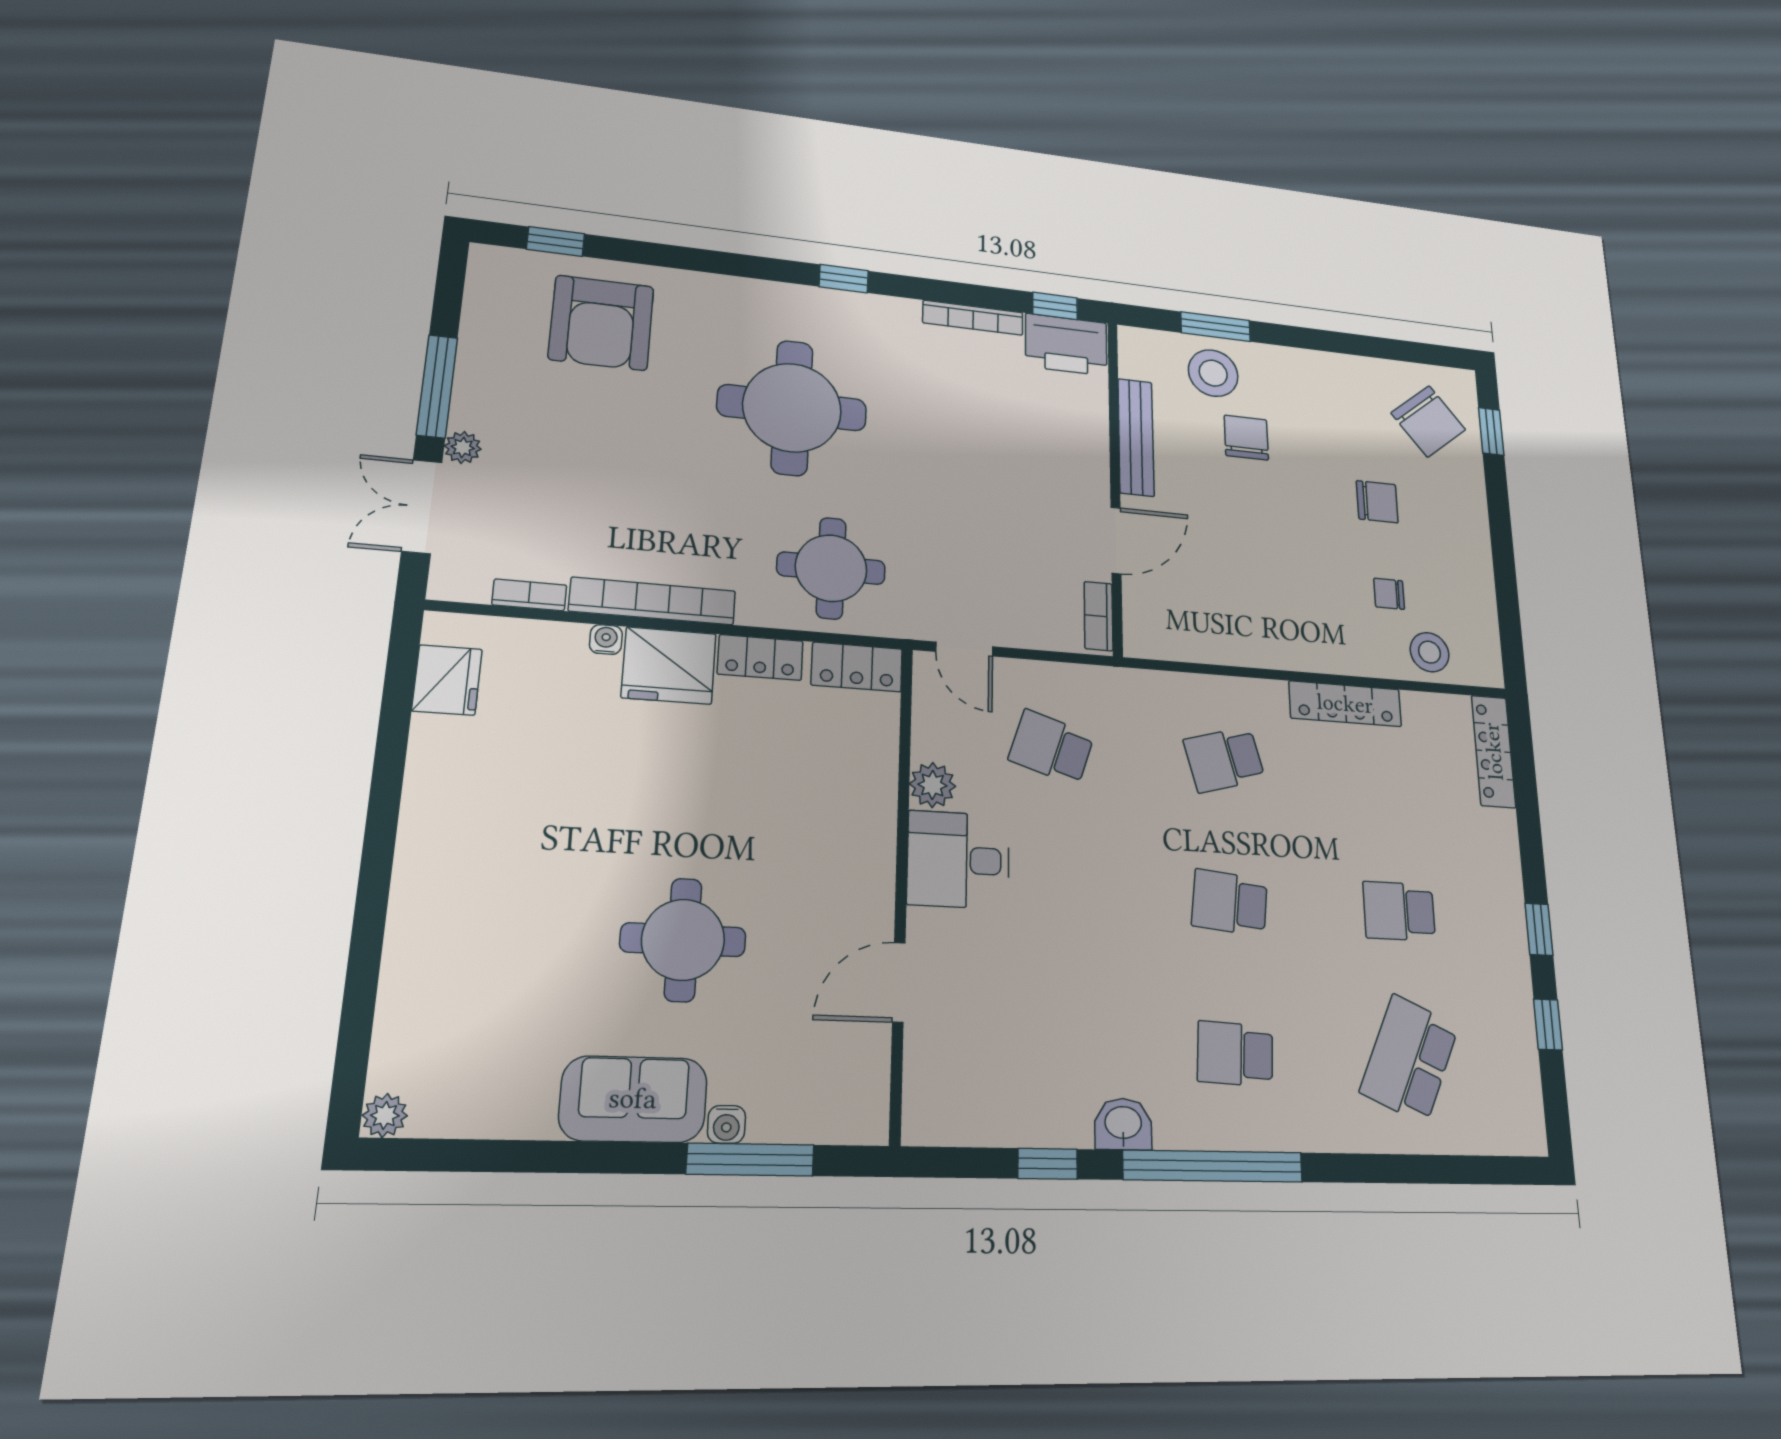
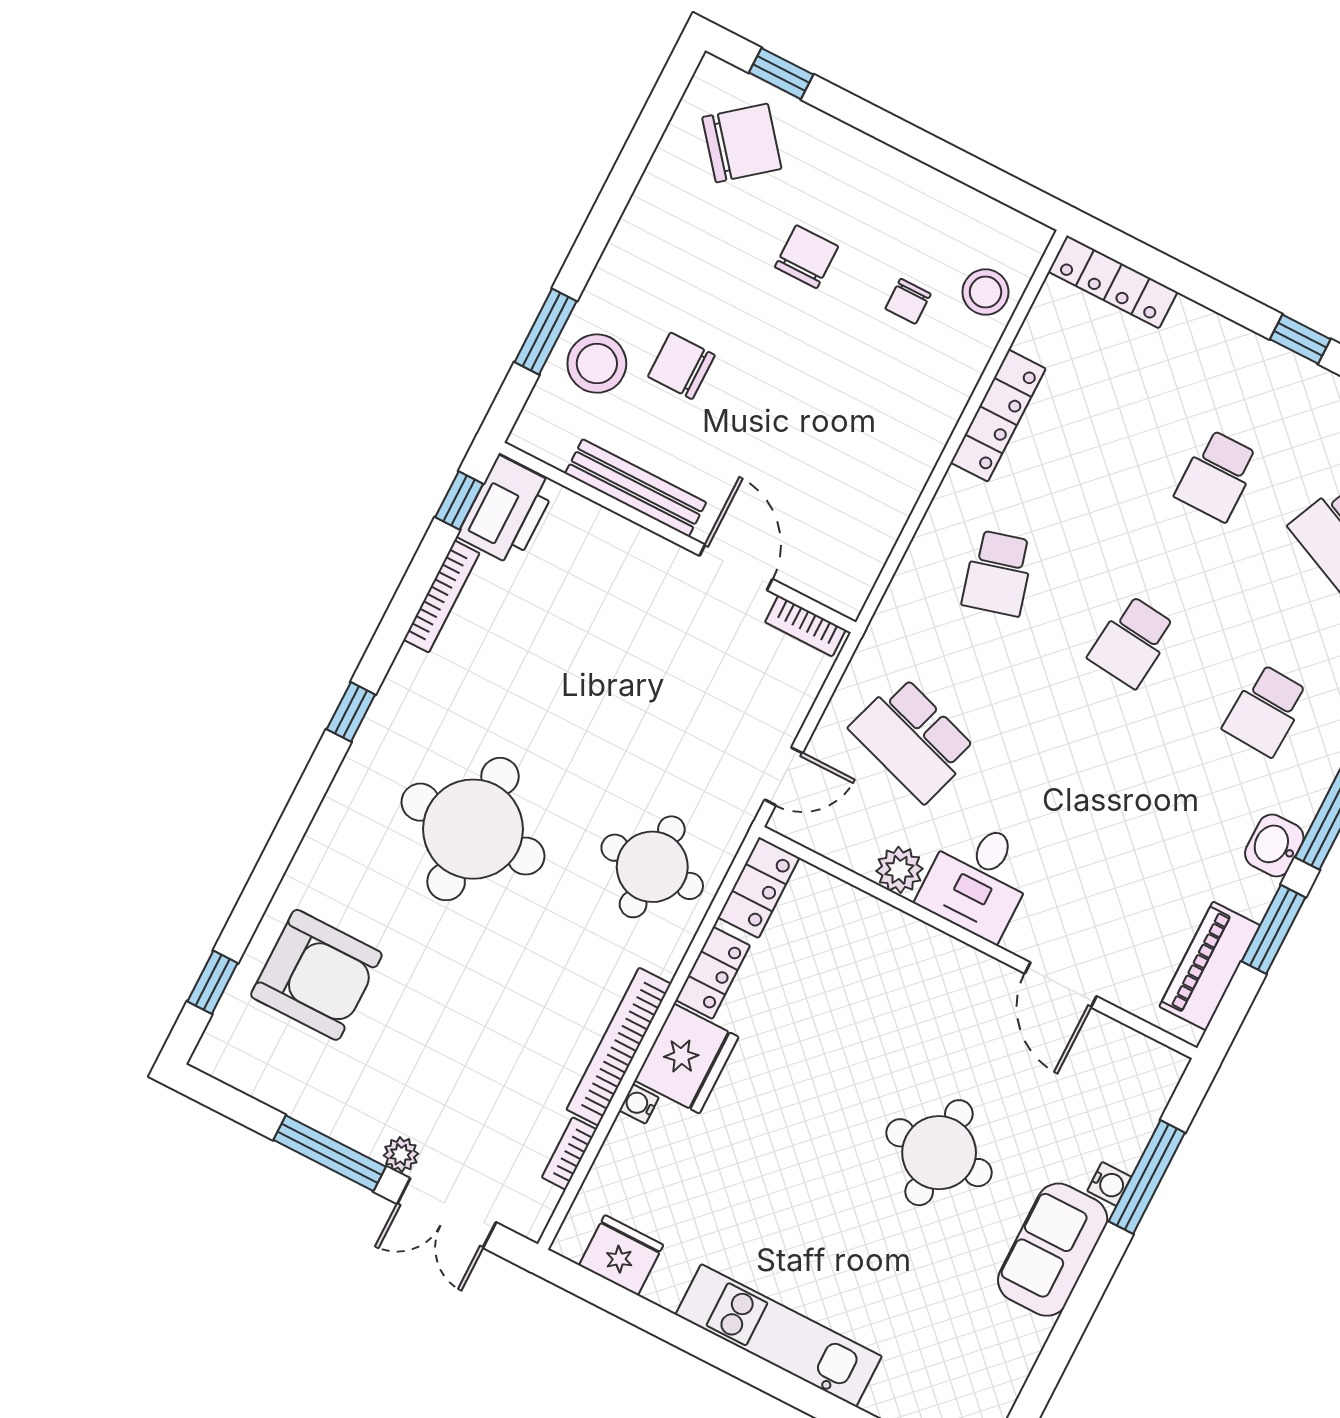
school desk: (1051, 747) -> (913, 739), width x1.85
kitchen unit: (426, 864) -> (779, 1335), added
piano: (984, 1118) -> (1210, 966), added
window: (1048, 1164) -> (1274, 929), width x1.50

